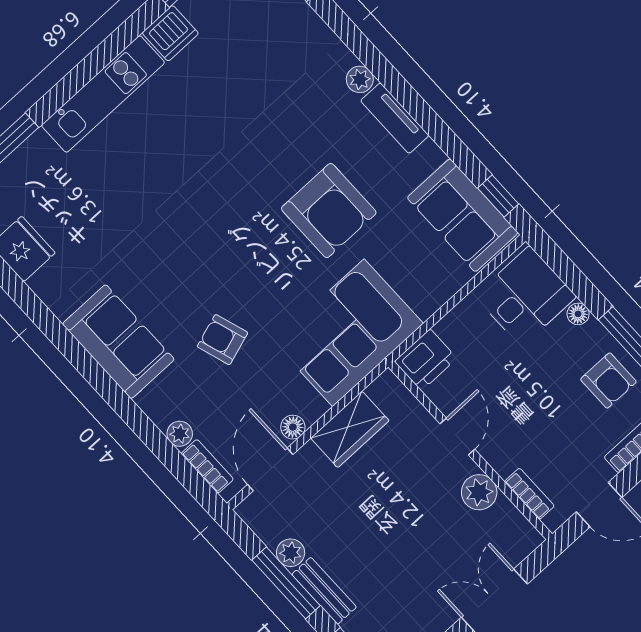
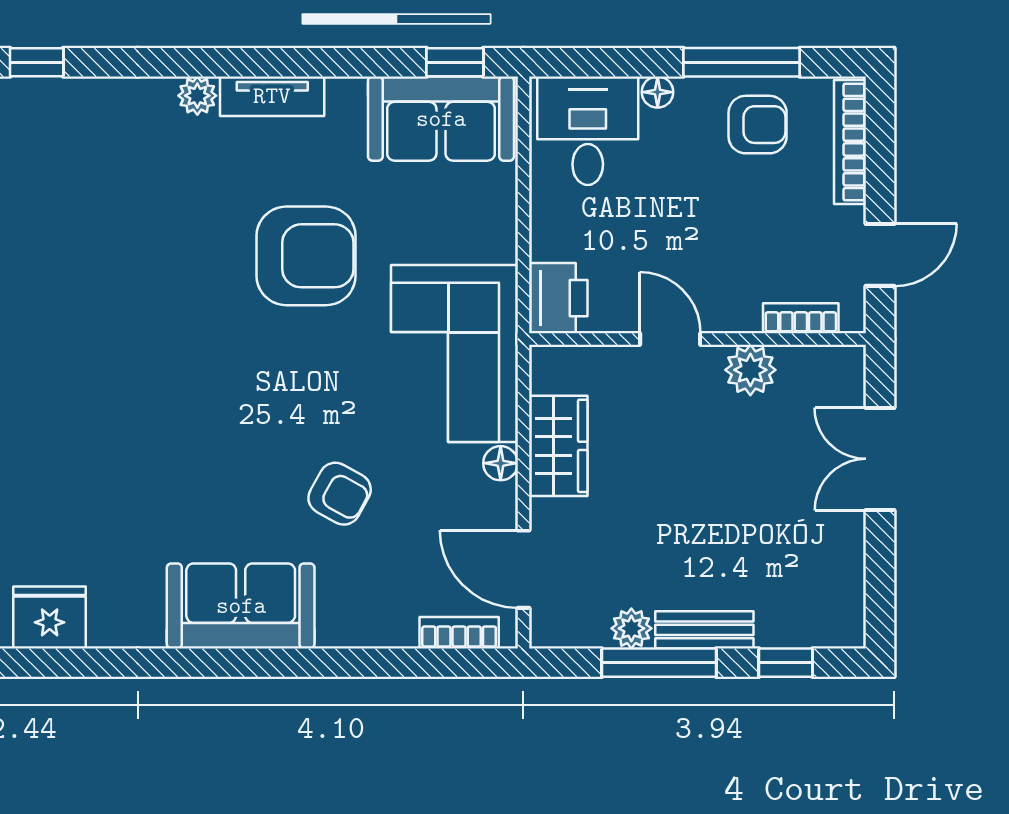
armchair: (222, 340) -> (340, 494), turned -133
floor lamp: (293, 427) -> (501, 463), moved
plant: (180, 434) -> (398, 630), removed

